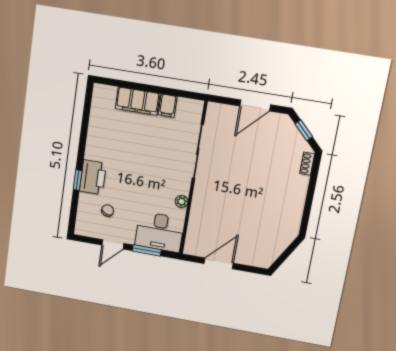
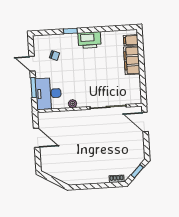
door: (255, 105) -> (145, 122), moved
filing cabinet: (168, 106) -> (131, 40), moved
printer: (93, 177) -> (89, 40), moved

